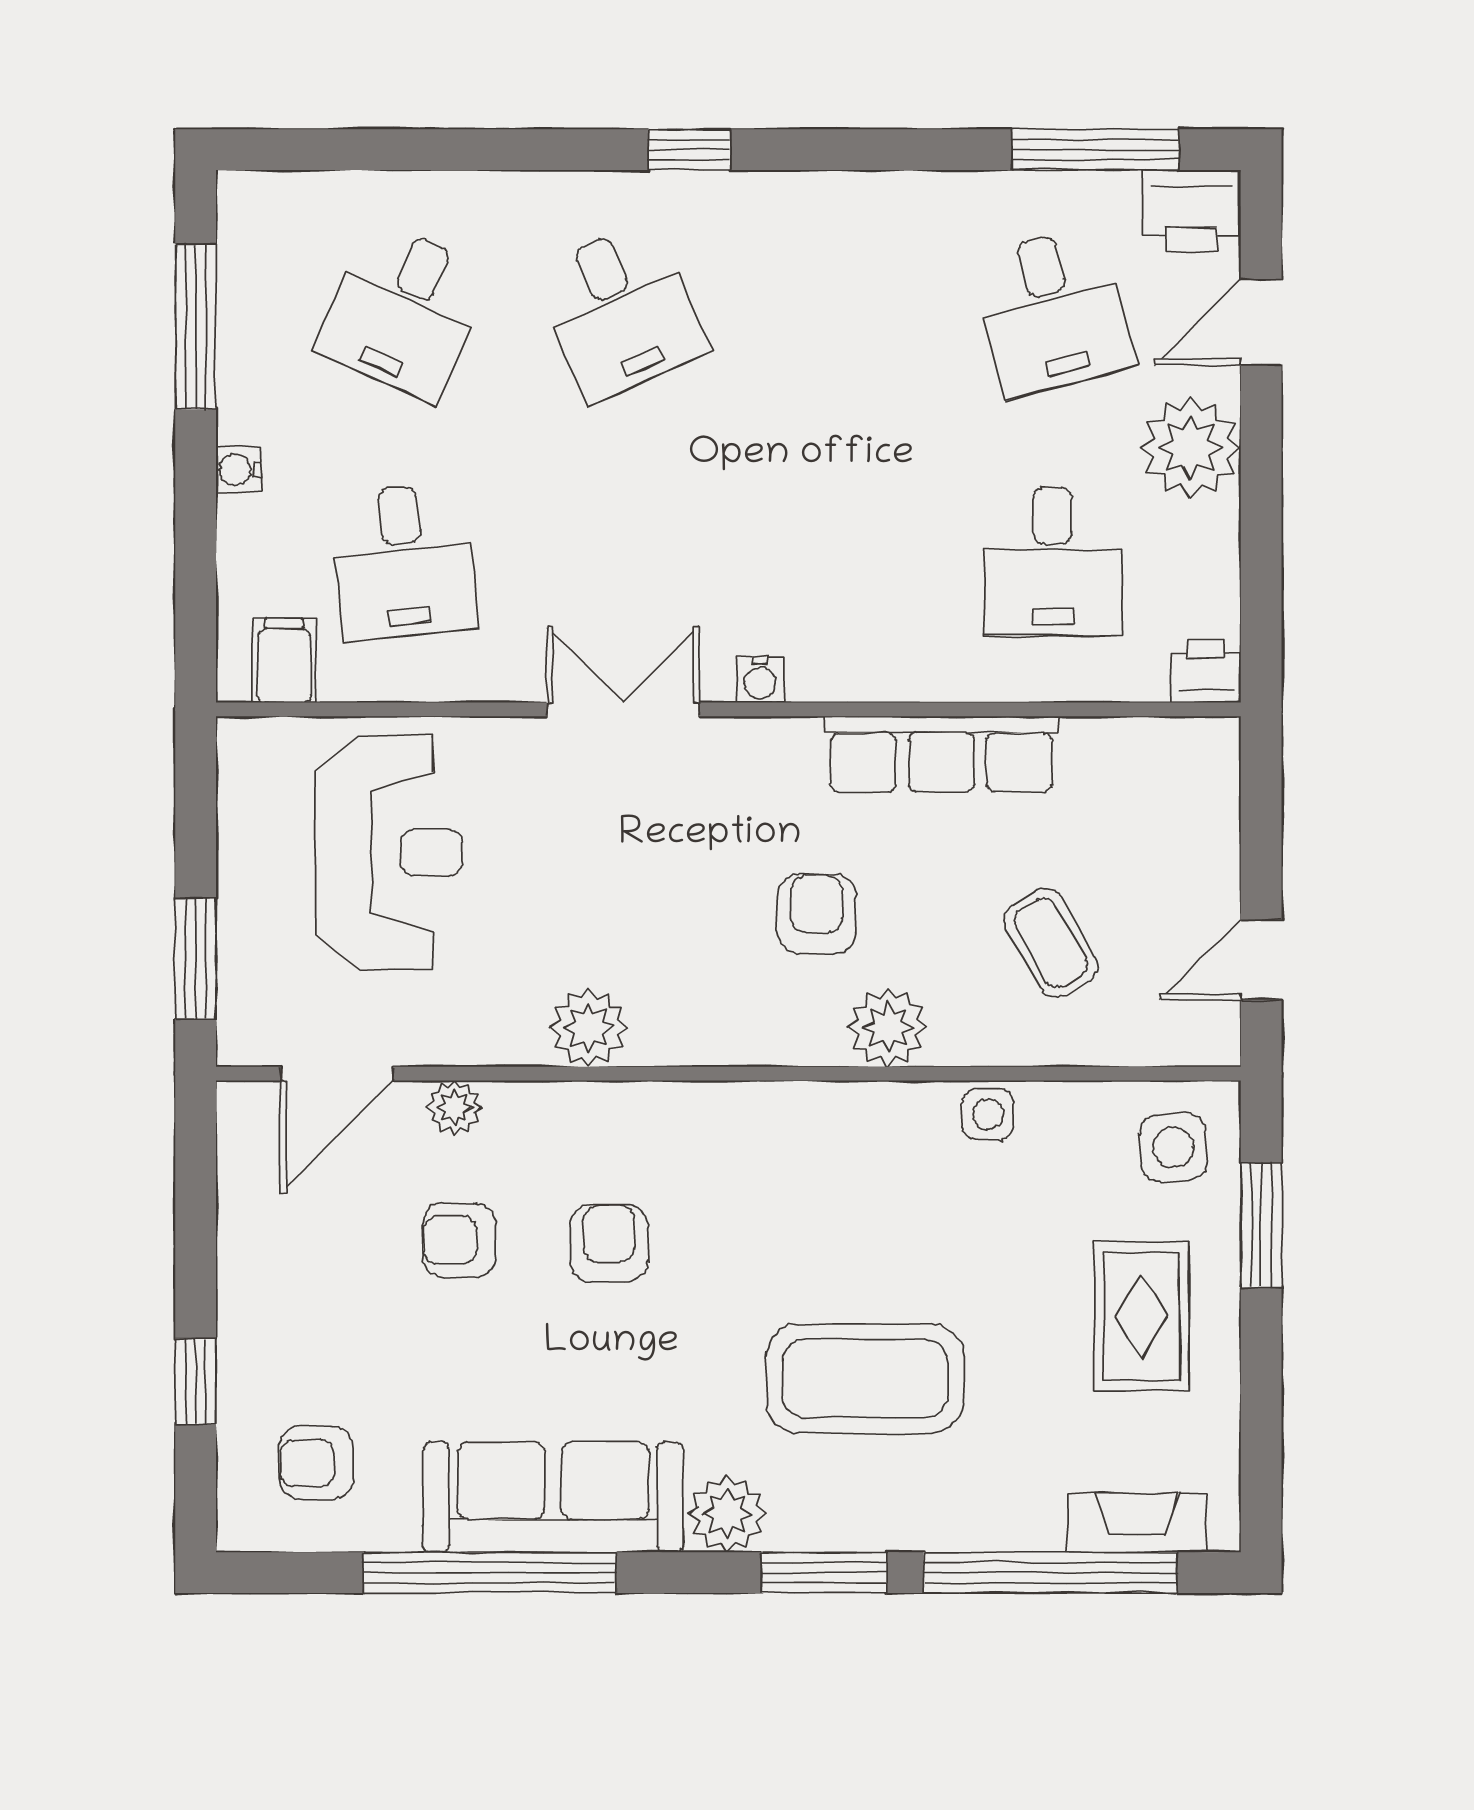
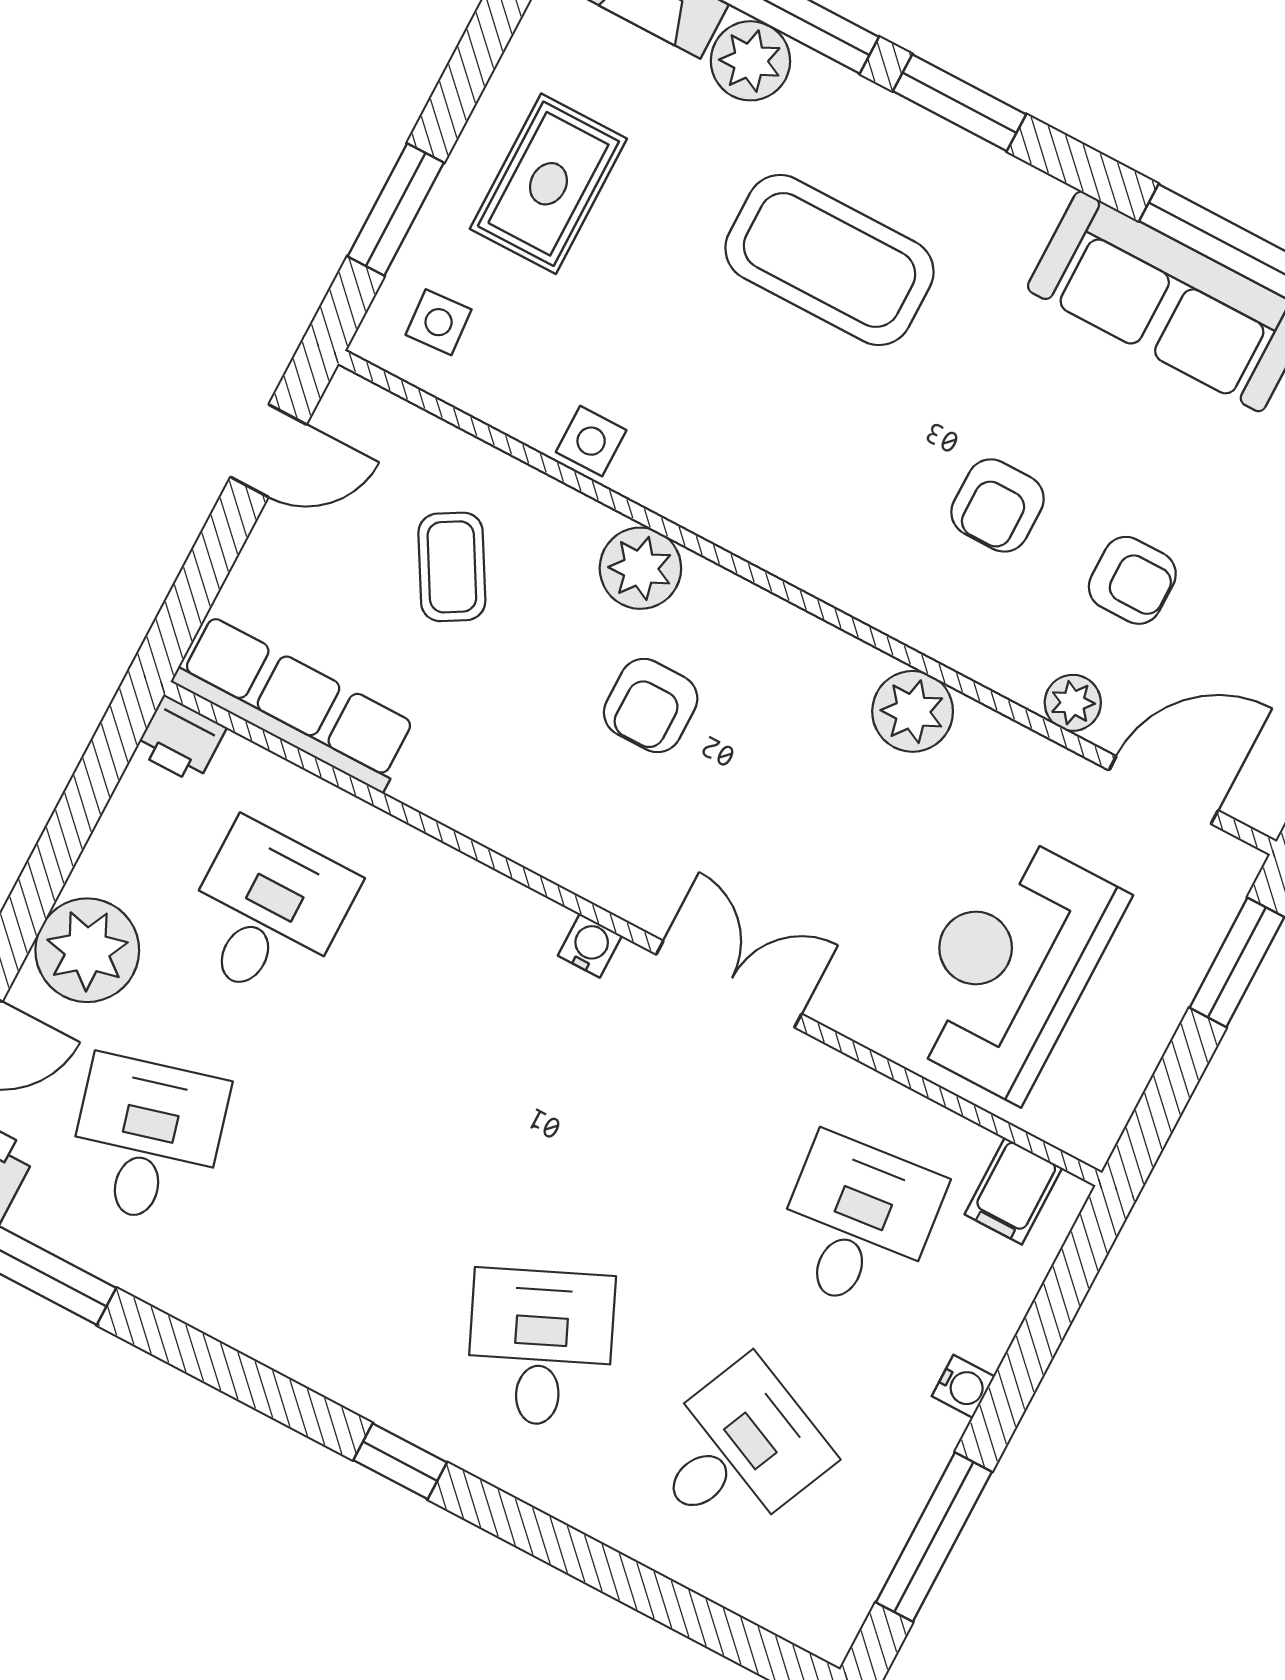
double door: (623, 709) -> (729, 984), swing flipped
row of seats: (941, 754) -> (295, 703), moved
side table: (1173, 1147) -> (439, 322), width x0.73, depth x0.73
plant: (727, 1514) -> (750, 61), moved

